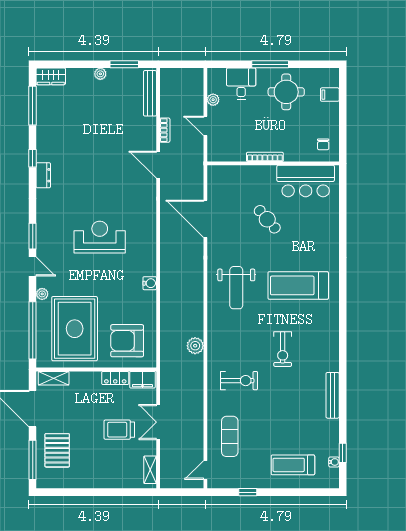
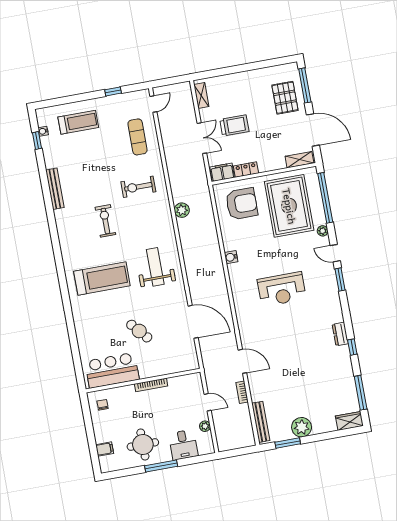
plant: (100, 74) -> (302, 427), width x1.88, depth x1.88

